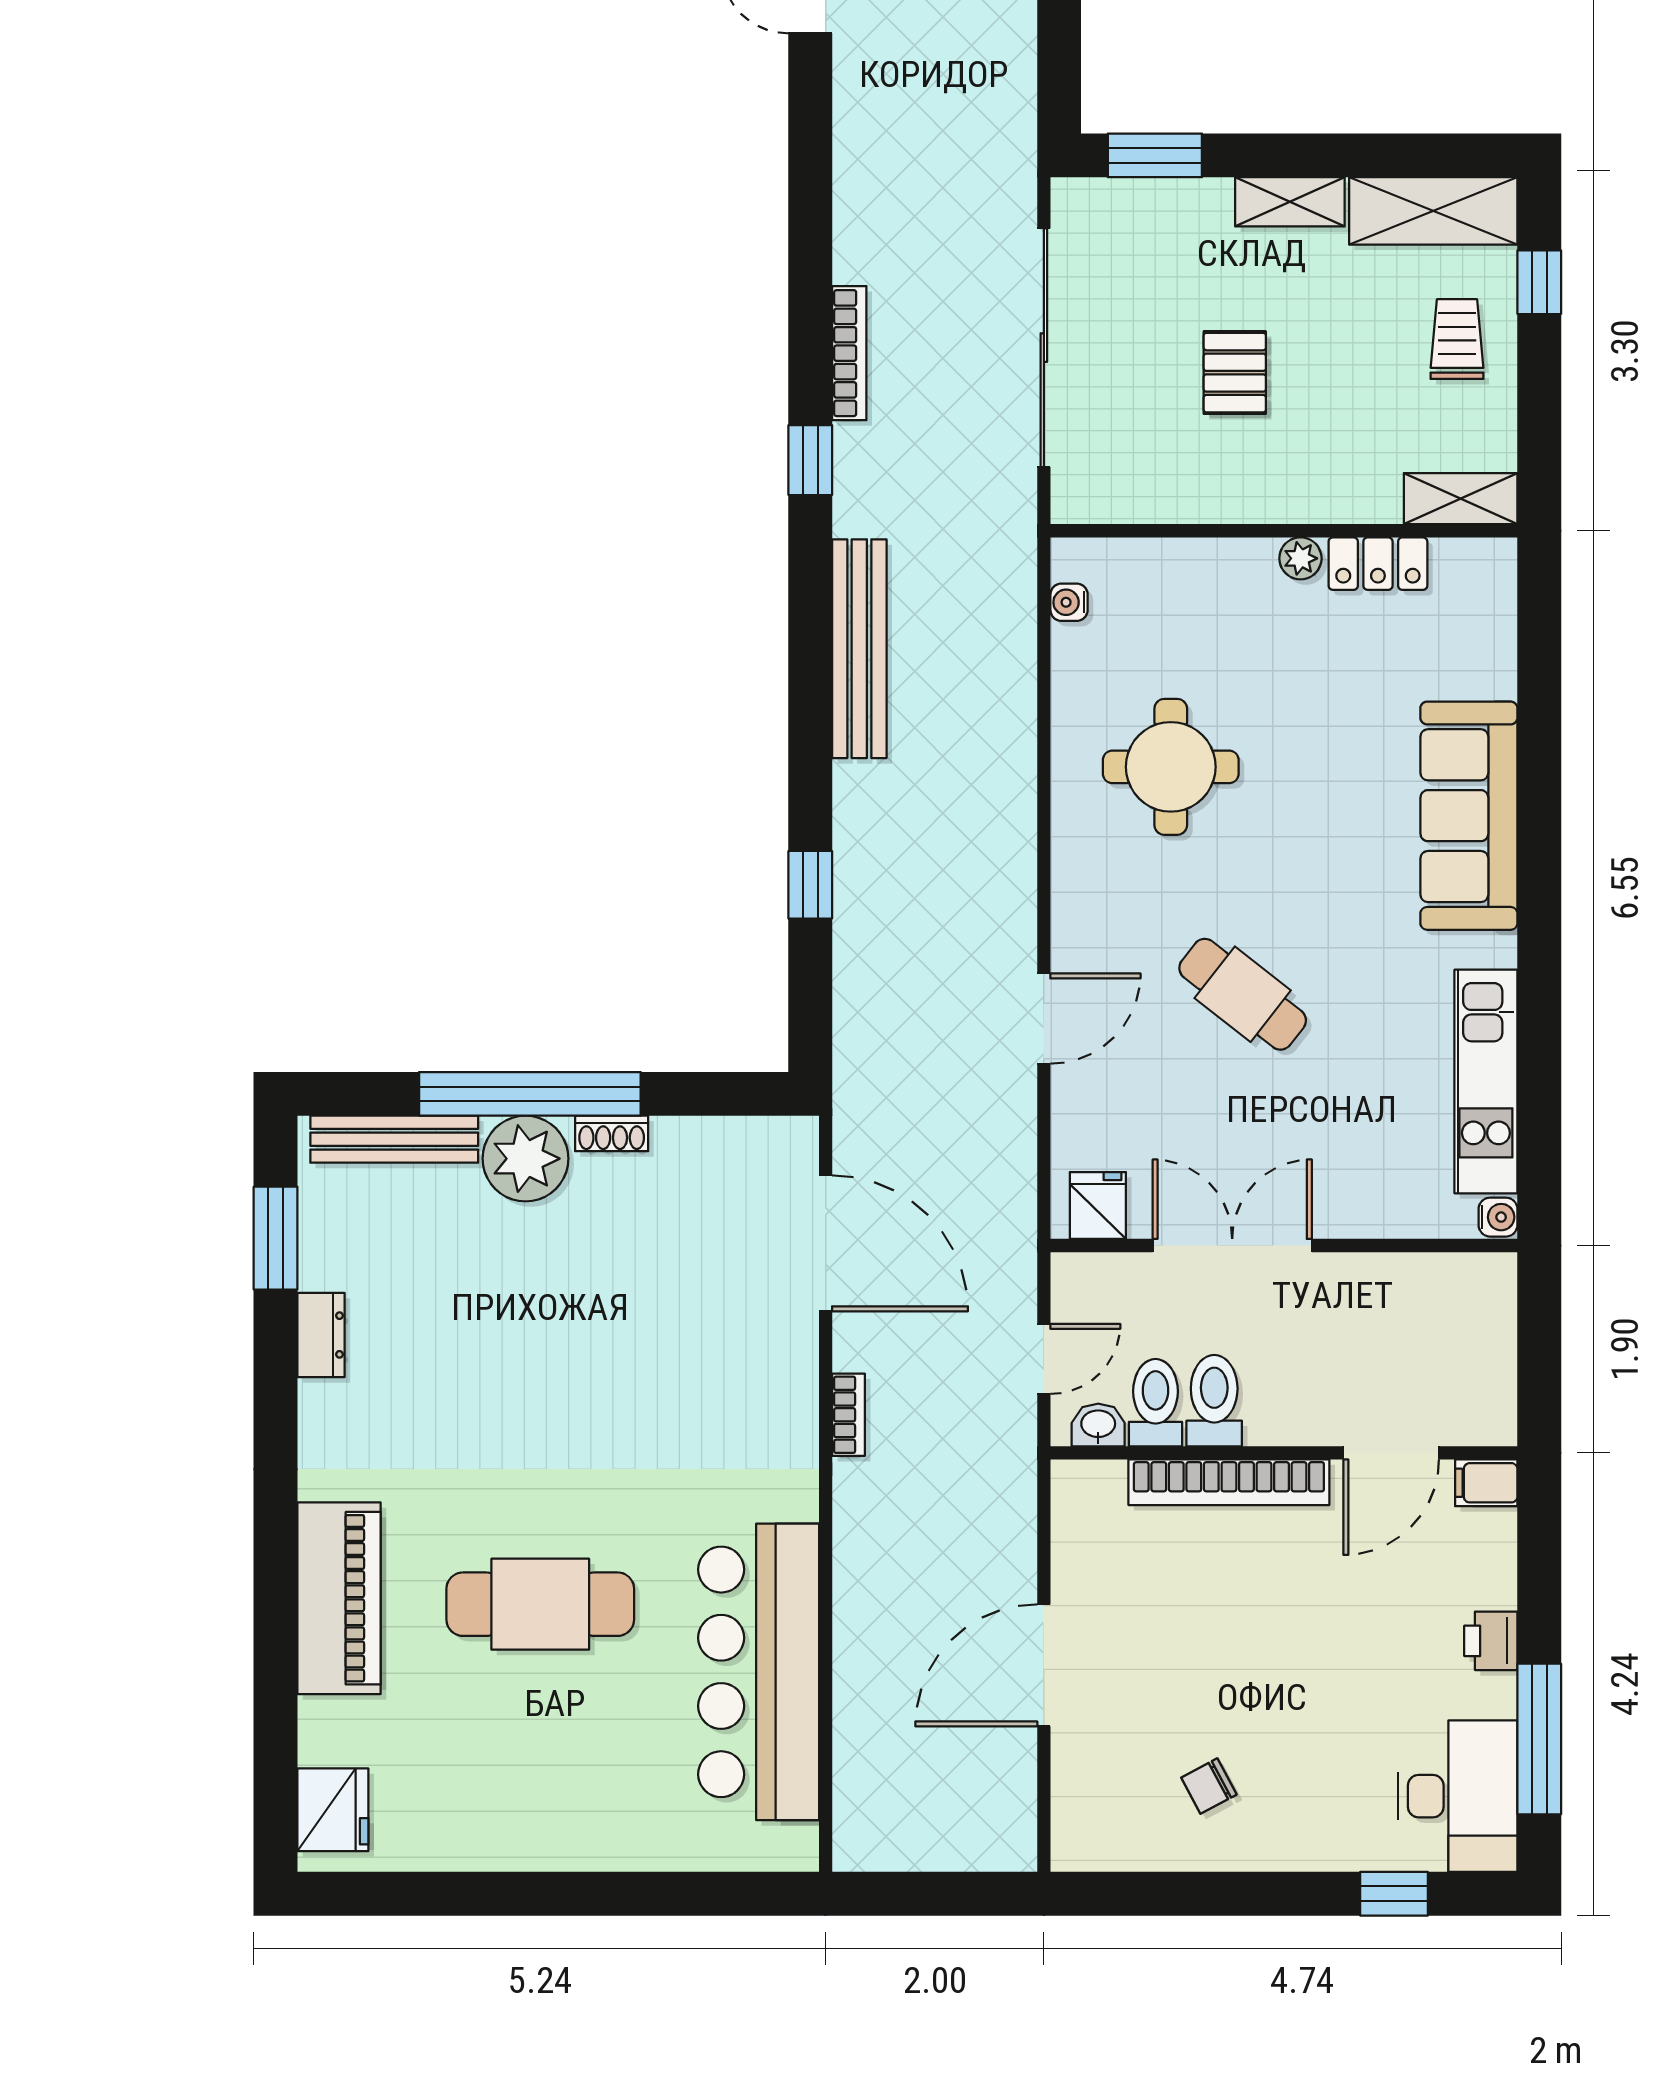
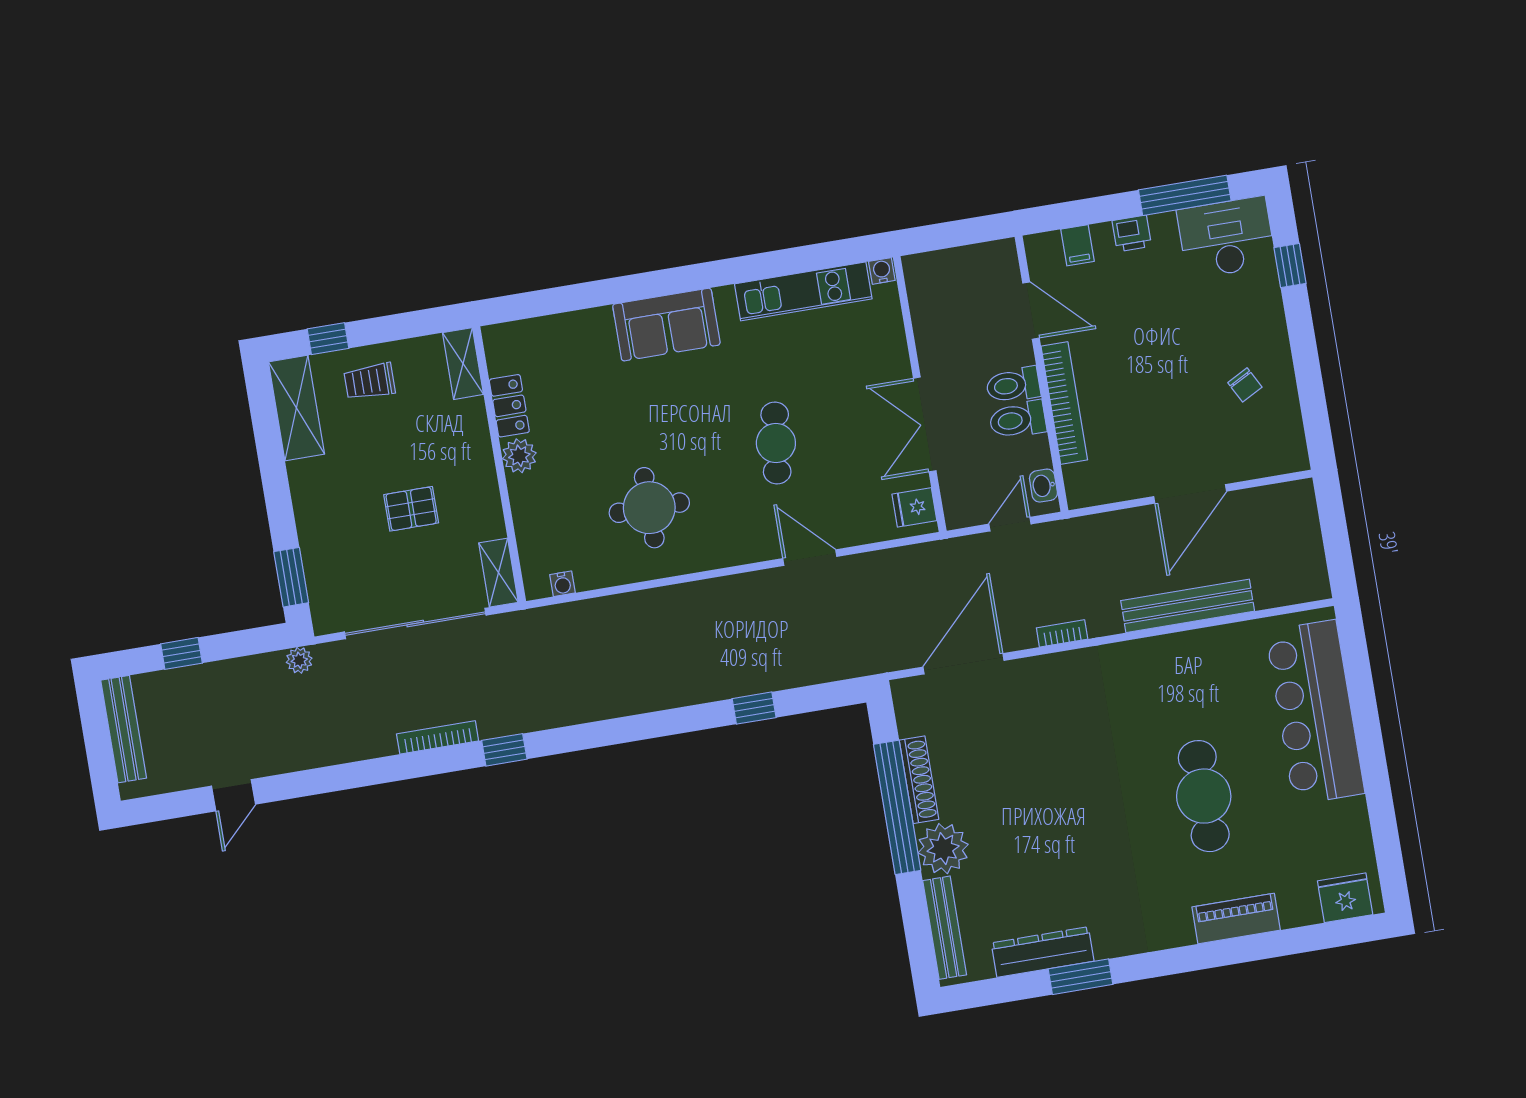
plant: (1015, 146) -> (299, 660), added
shelving: (1290, 202) -> (499, 573), moved
plant: (1300, 558) -> (519, 456), width x1.38, depth x1.38
bench: (859, 649) -> (1188, 606), moved
sofa: (1469, 816) -> (666, 325), width x0.73
cafe table: (1243, 994) -> (776, 443), turned -31
window: (530, 1094) -> (897, 807), moved
shoe rack: (612, 1133) -> (919, 780), width x1.94, depth x1.24
window: (276, 1238) -> (1081, 977), moved
dresser: (321, 1335) -> (1043, 952), width x1.96, depth x1.24
door: (1044, 1359) -> (1010, 524), hinge flipped
toilet: (1156, 1403) -> (1013, 385), moved
filing cabinet: (1486, 1483) -> (1077, 245), moved
piano: (339, 1598) -> (1236, 918), width x0.73, depth x0.75
door: (1044, 1665) -> (1190, 494), hinge flipped
bar counter: (759, 1672) -> (1315, 712), moved, turned 90

